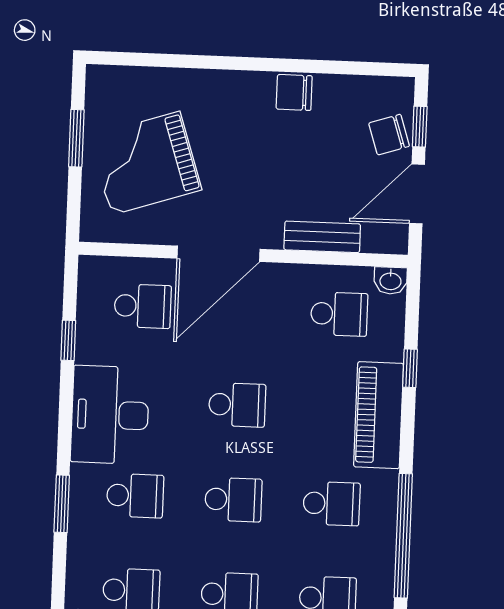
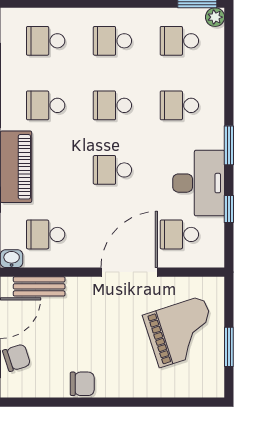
bench: (322, 237) -> (39, 286), moved
desk: (110, 415) -> (199, 183), moved
window: (62, 504) -> (229, 145), moved

